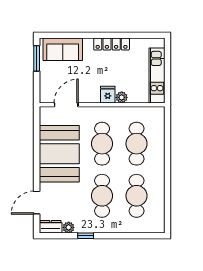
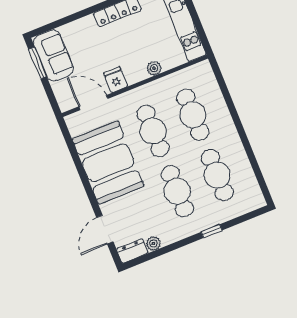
sofa: (63, 49) -> (53, 55), moved, turned -90
fridge: (108, 95) -> (116, 80), moved
door: (66, 105) -> (93, 103), hinge flipped
window: (86, 236) -> (212, 231), moved

